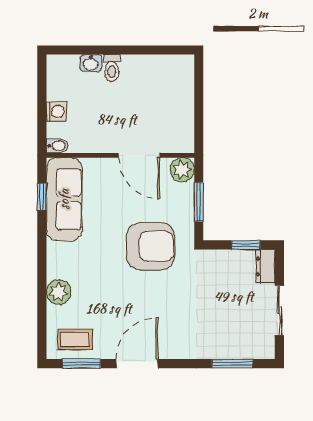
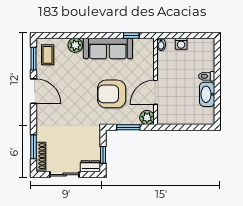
washbasin: (91, 63) -> (207, 94), moved, width x1.91, depth x1.45
sofa: (64, 199) -> (108, 48), moved
armchair: (151, 246) -> (112, 94), moved, turned 90
shoe rack: (248, 351) -> (41, 156), added

